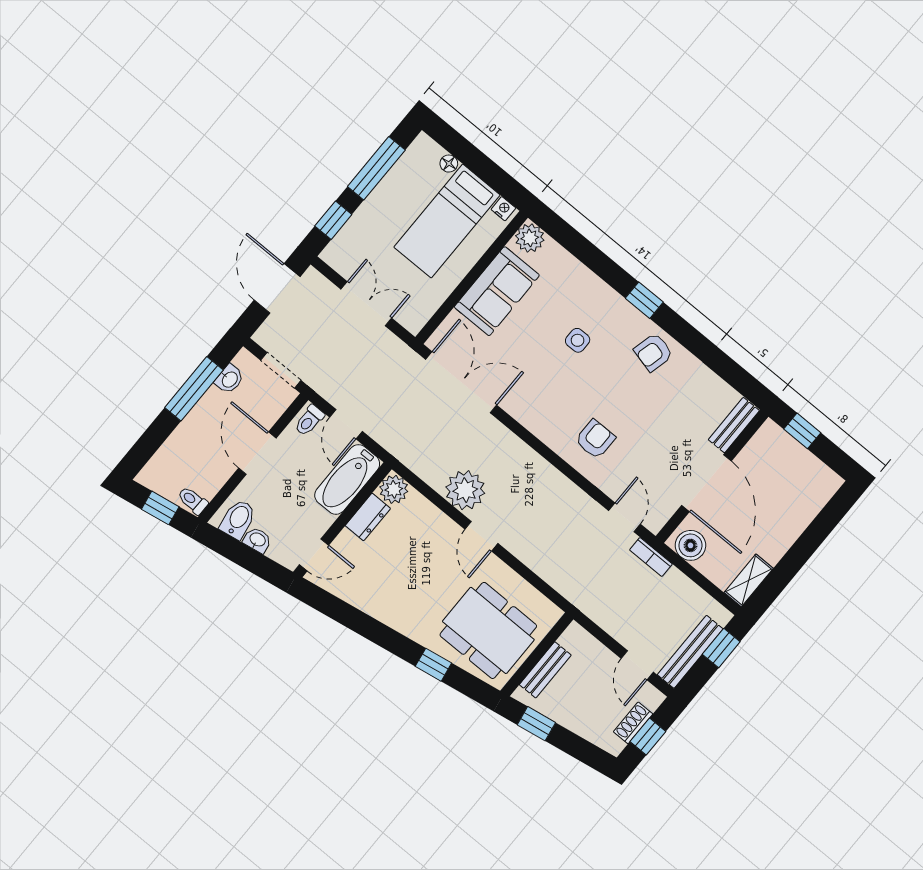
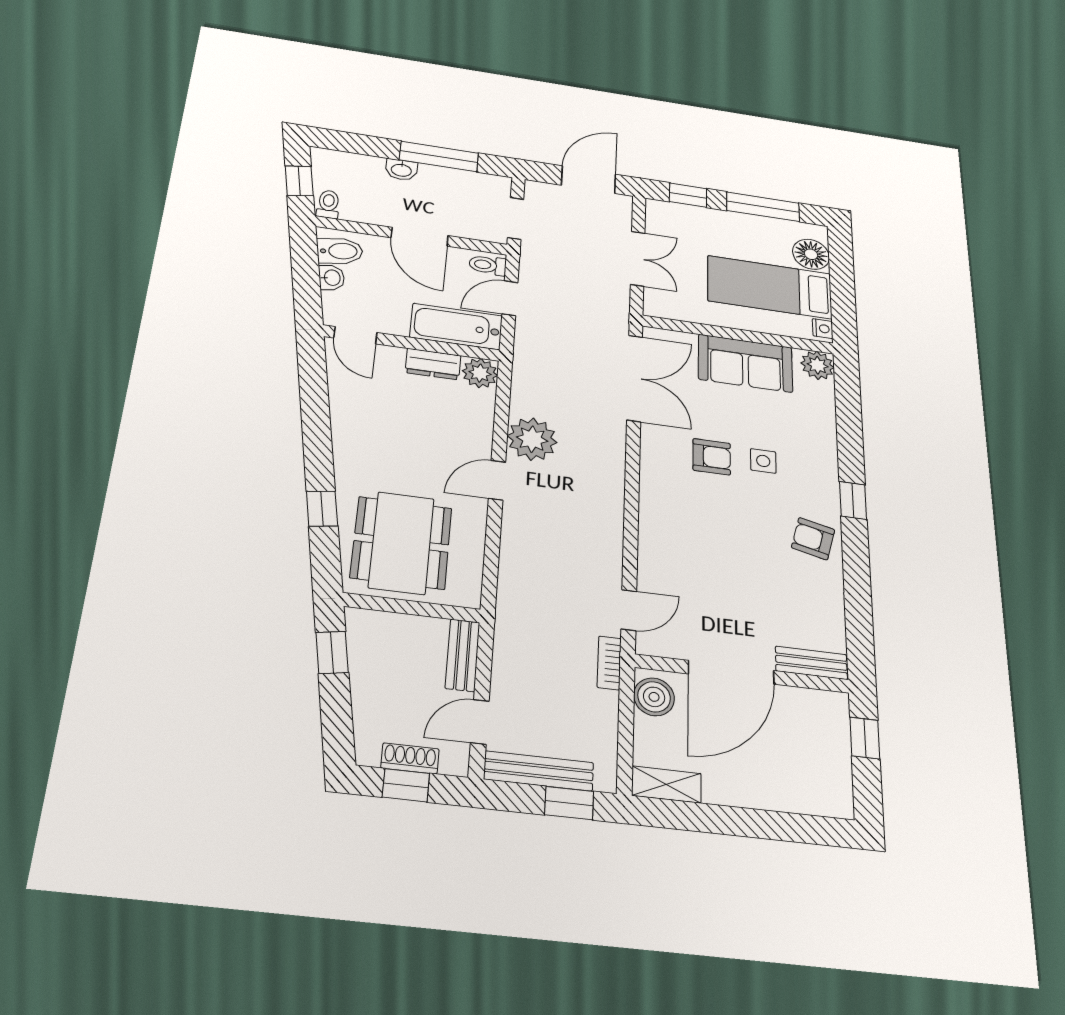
floor lamp: (449, 164) -> (811, 254), width x1.89, depth x1.89
washbasin: (229, 379) -> (401, 170), moved
armchair: (595, 439) -> (712, 457), moved
door: (257, 453) -> (420, 237), swing flipped
bench: (545, 670) -> (463, 655), moved, turned 90

